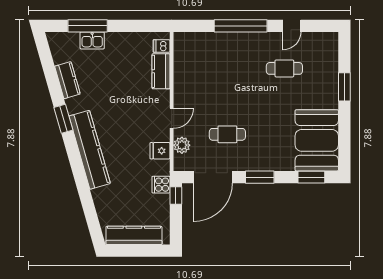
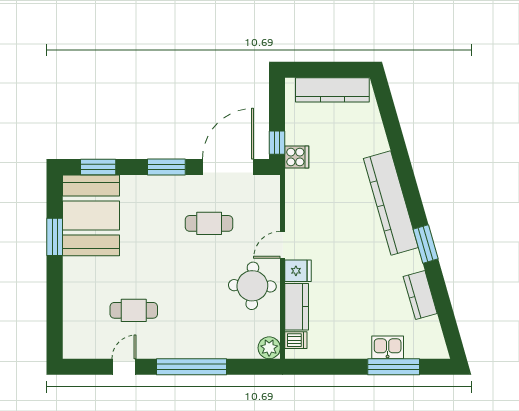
round table: (195, 87) -> (252, 286), added
window: (344, 87) -> (55, 237), moved
plant: (182, 145) -> (269, 348), moved
fridge: (160, 151) -> (298, 271), moved

